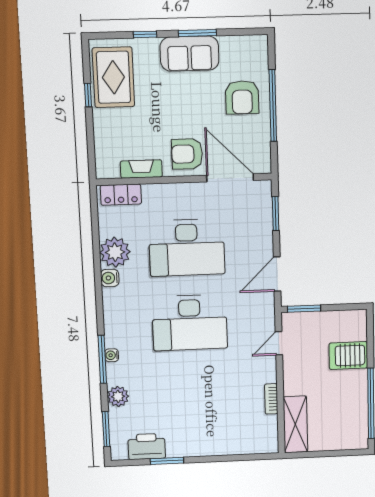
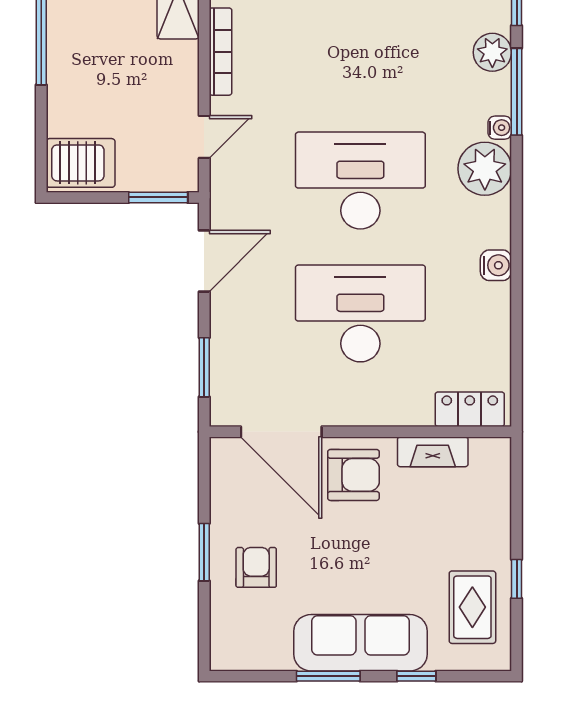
sofa: (189, 54) -> (360, 643), width x1.36
rug: (113, 77) -> (472, 607), width x0.73, depth x0.70
armchair: (242, 97) -> (256, 567), width x0.72, depth x0.72
window: (273, 106) -> (204, 552), width x0.47
plant: (115, 252) -> (485, 169), moved
server rack: (348, 356) -> (81, 163), moved
window: (102, 359) -> (517, 92), moved
bookcase: (271, 399) -> (220, 52), width x1.56

